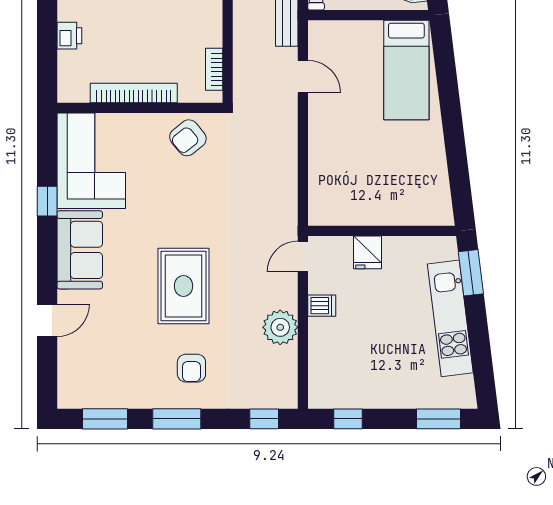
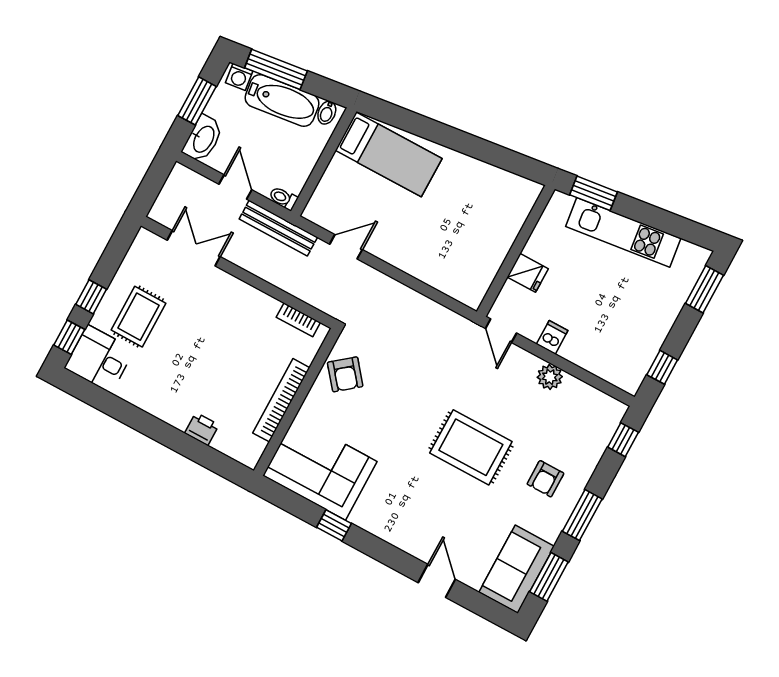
sofa: (80, 250) -> (517, 569), moved, turned -90
plant: (280, 327) -> (550, 377), width x0.73, depth x0.73
armchair: (191, 368) -> (545, 479), turned 90

